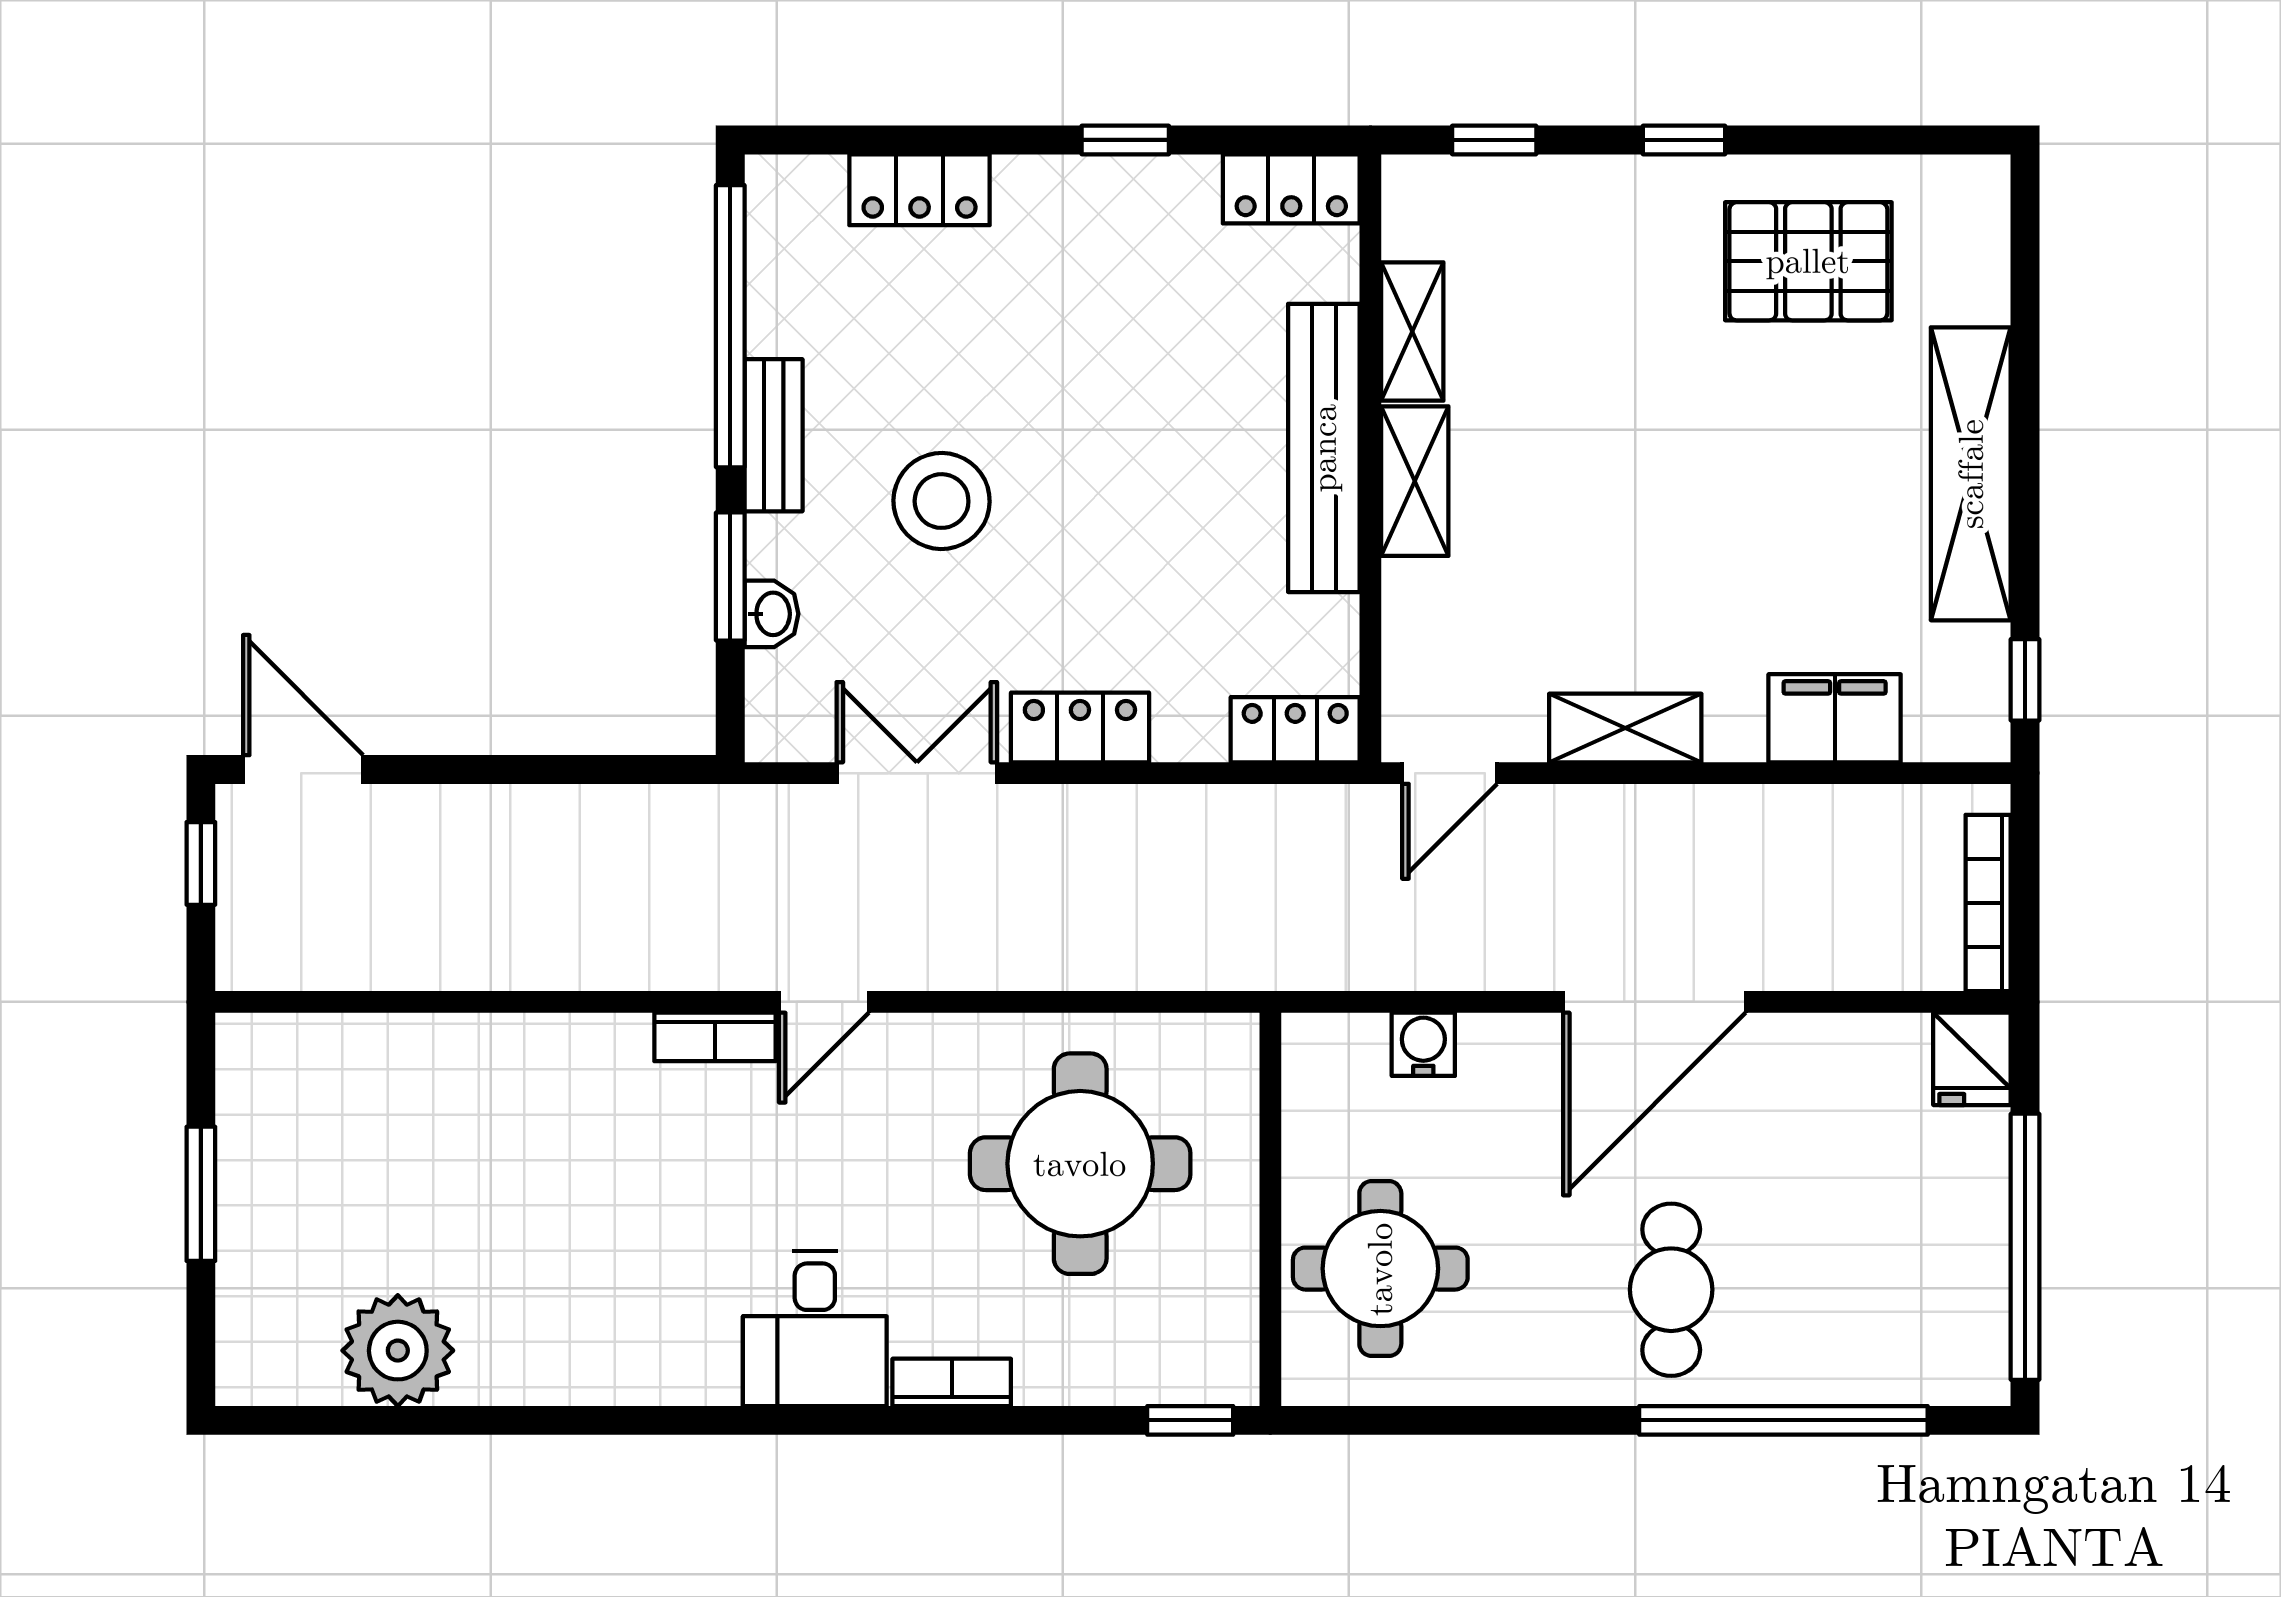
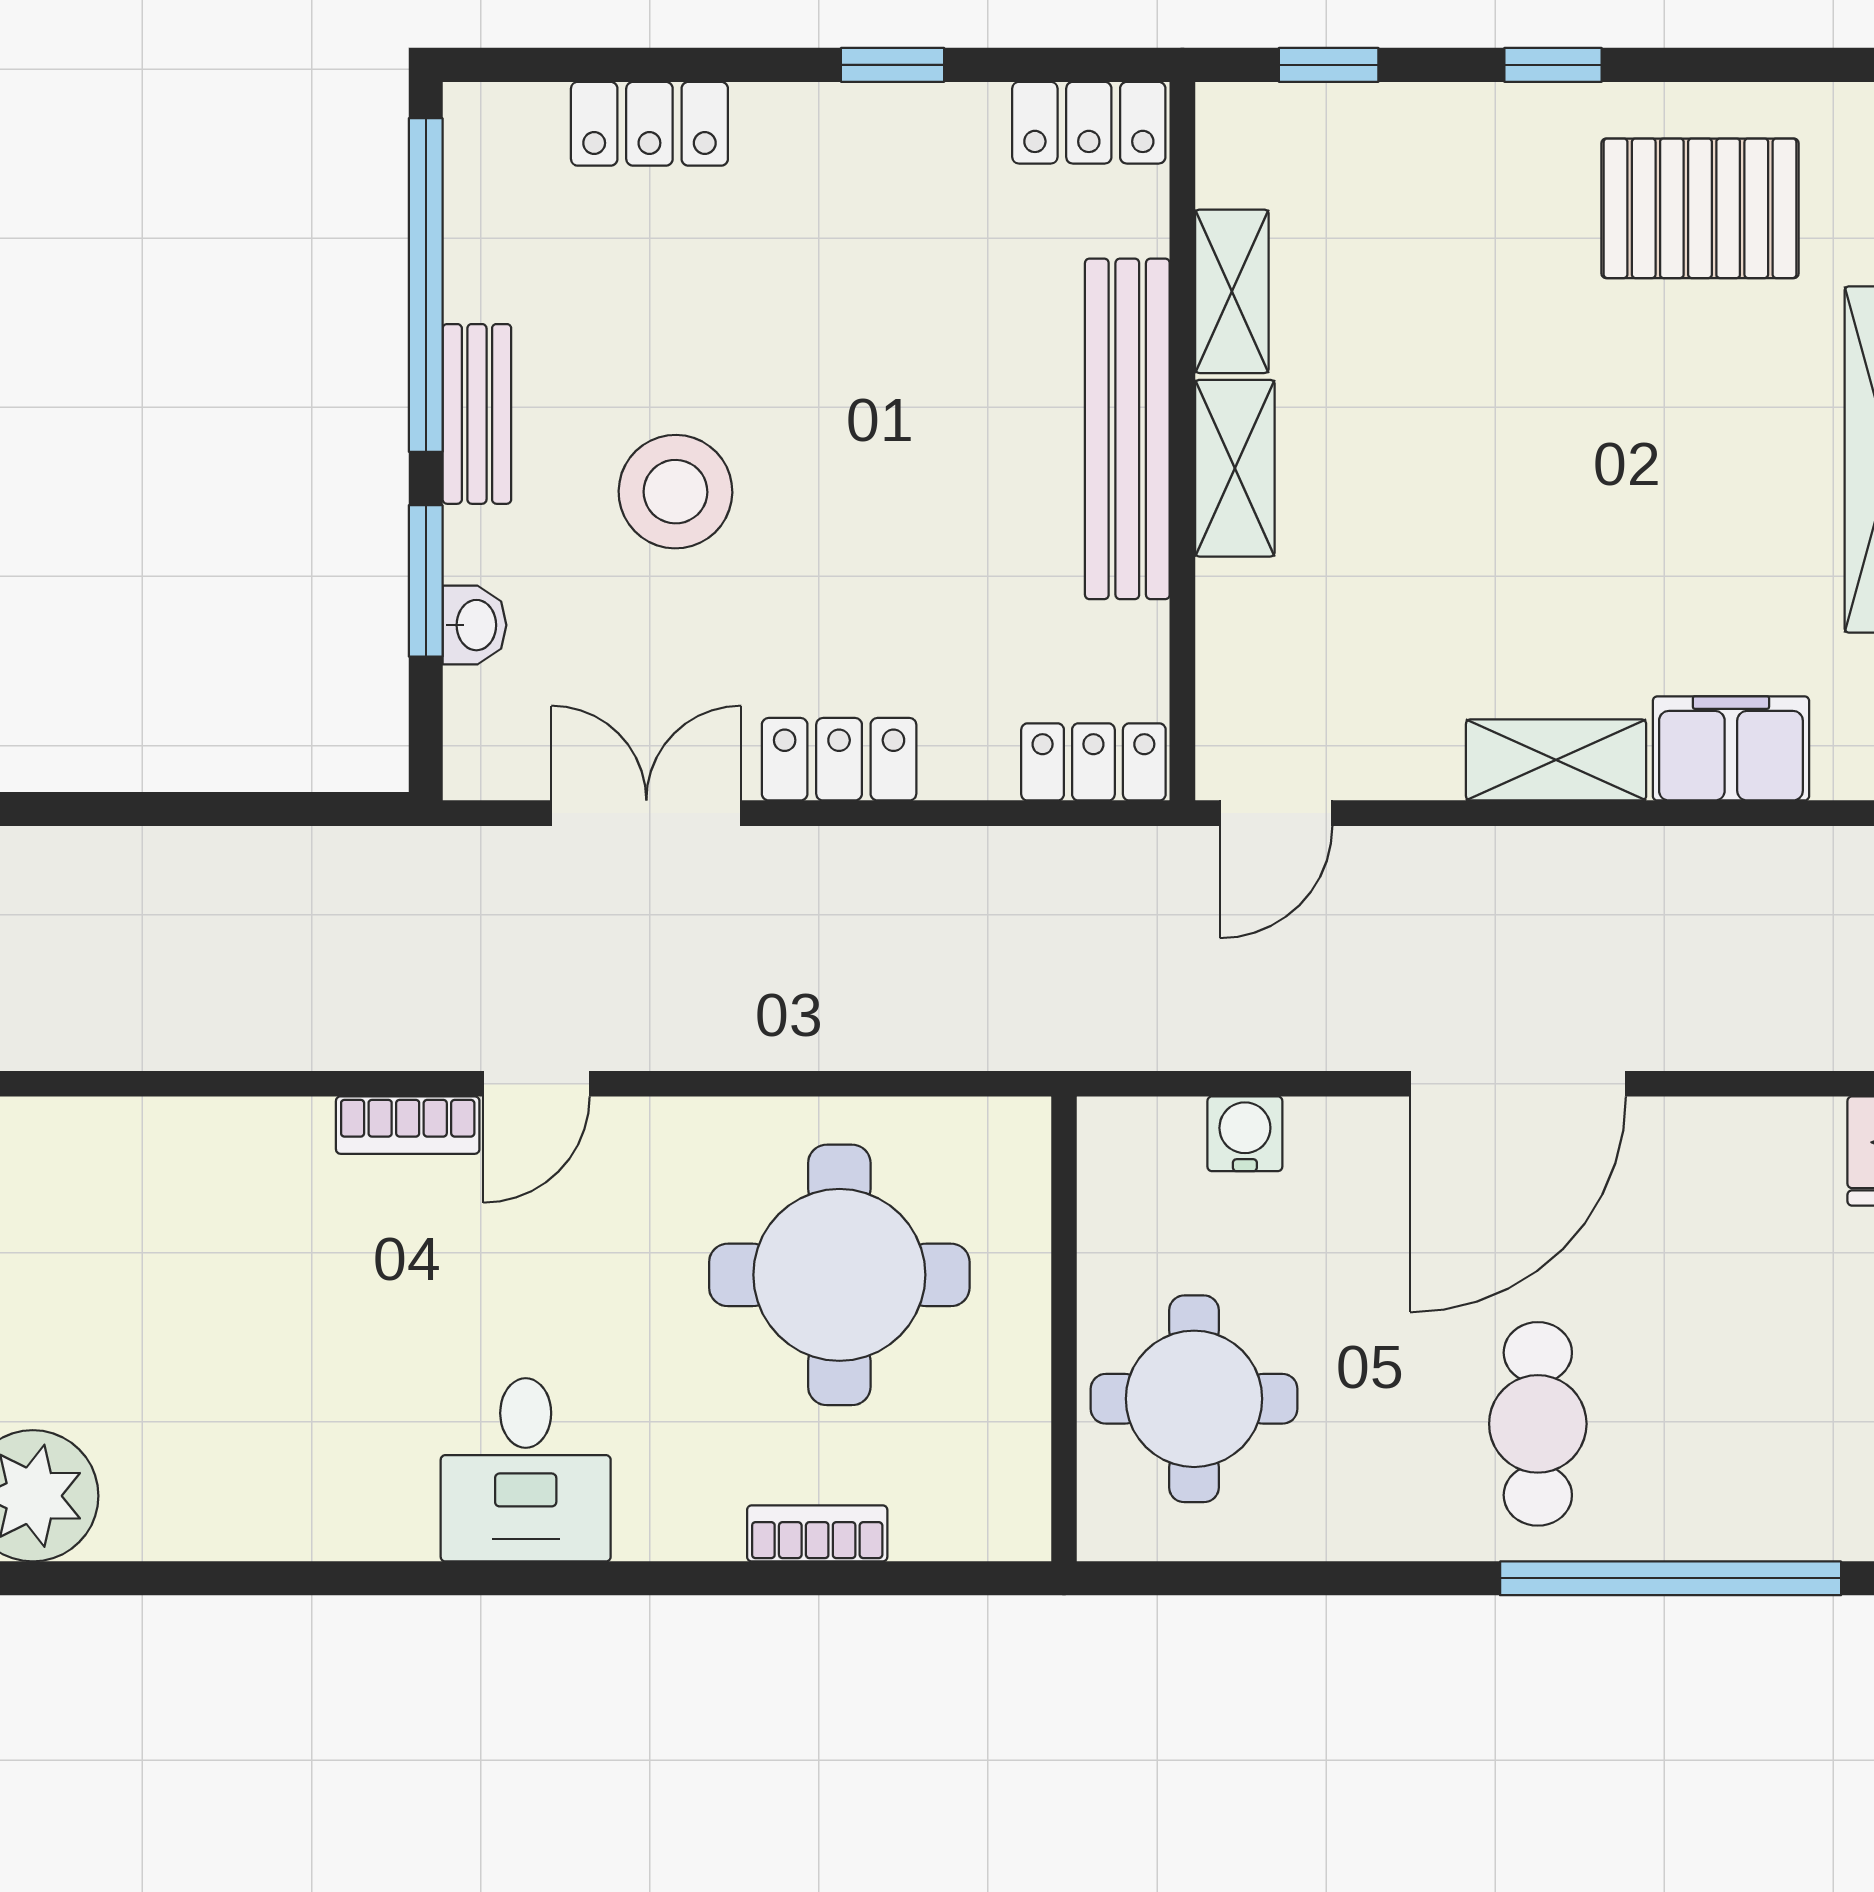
shelving: (1625, 728) -> (1556, 760), moved
bookcase: (952, 1382) -> (817, 1533), moved
window: (1190, 1420) -> (969, 1578), removed

